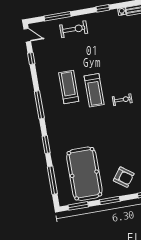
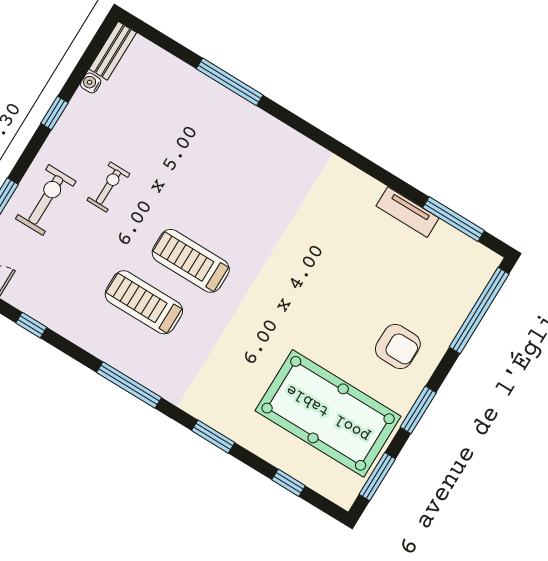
treadmill: (94, 90) -> (191, 261), turned 180
exercise bike: (122, 100) -> (108, 187), moved
armchair: (124, 177) -> (398, 347), turned 54
window: (52, 180) -> (289, 483), width x0.46

